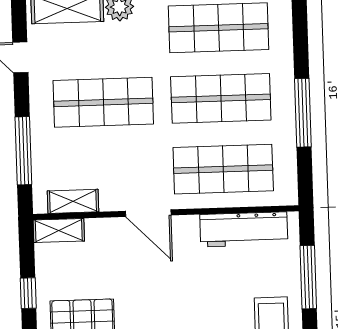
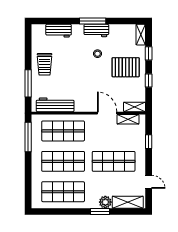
window: (303, 113) -> (28, 137), moved
window: (23, 151) -> (149, 142), width x0.46
door: (148, 213) -> (107, 113), moved

